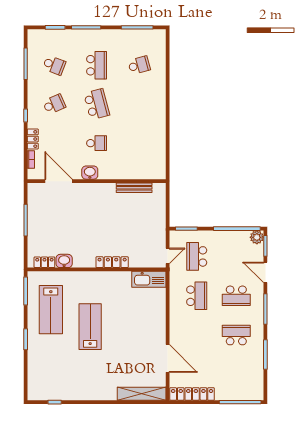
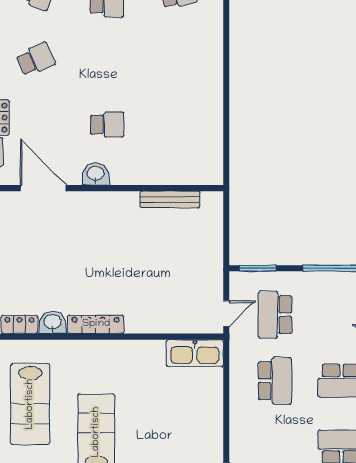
school desk: (97, 104) -> (107, 59), removed
locker: (112, 262) -> (96, 324), moved

